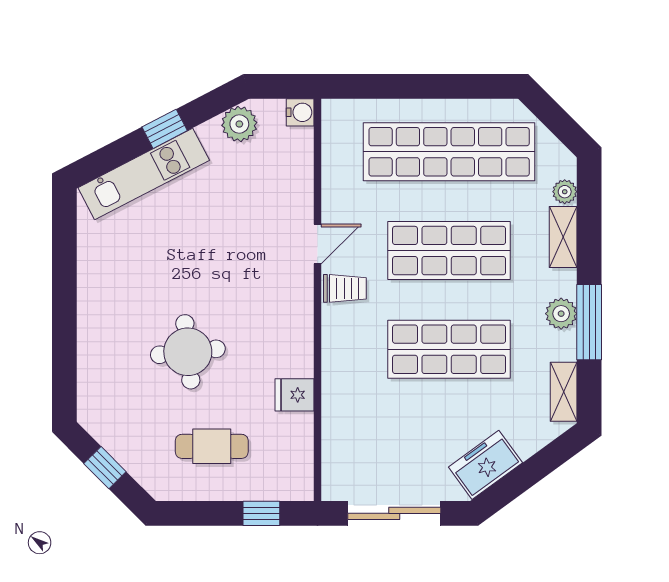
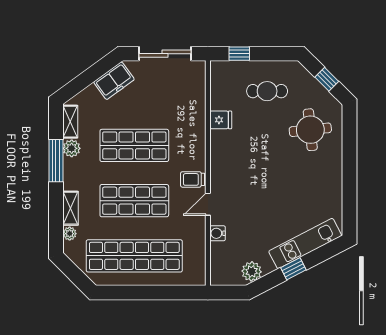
water cooler: (300, 112) -> (218, 233), moved
plant: (561, 314) -> (72, 148), moved
round table: (188, 352) -> (310, 130), moved

